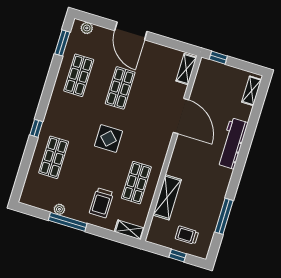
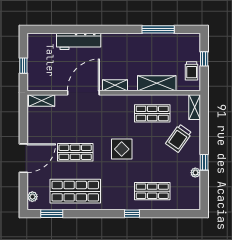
window: (218, 58) -> (23, 66), moved
shop shelf: (79, 75) -> (75, 191), width x1.43, depth x1.36
shelving: (251, 91) -> (115, 85), moved
workbench: (232, 143) -> (79, 41), moved
trolley: (101, 203) -> (179, 138), turned 125
window: (68, 222) -> (204, 162), width x0.46
trolley: (187, 235) -> (192, 71), moved

